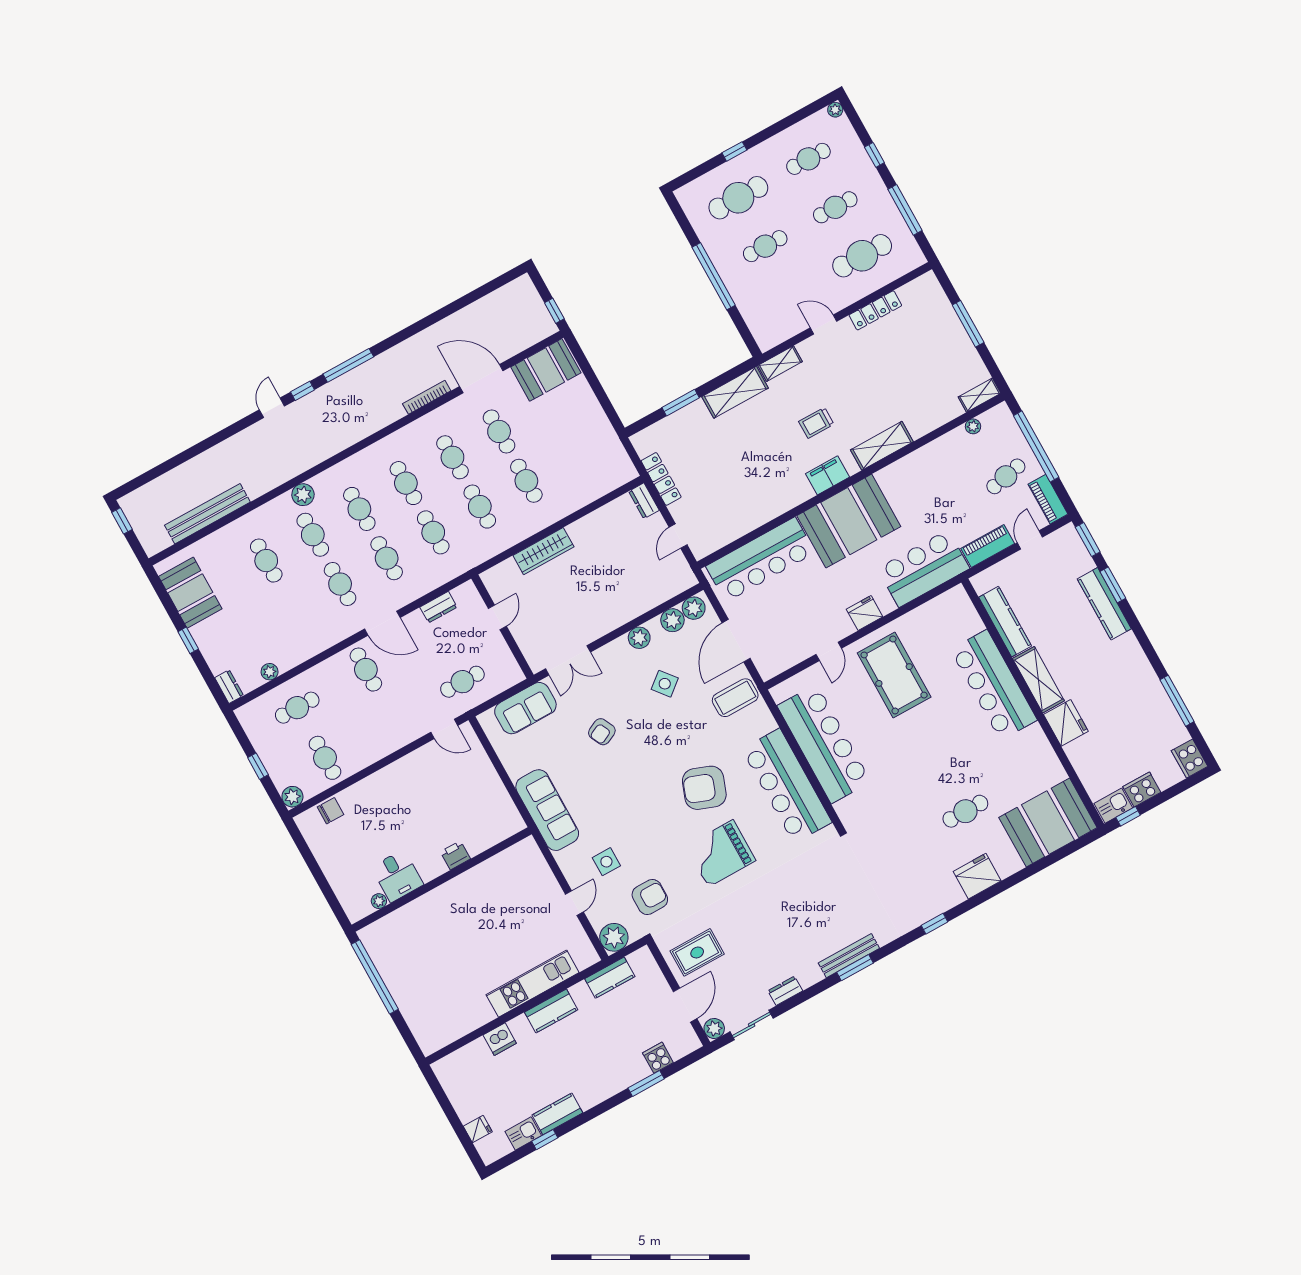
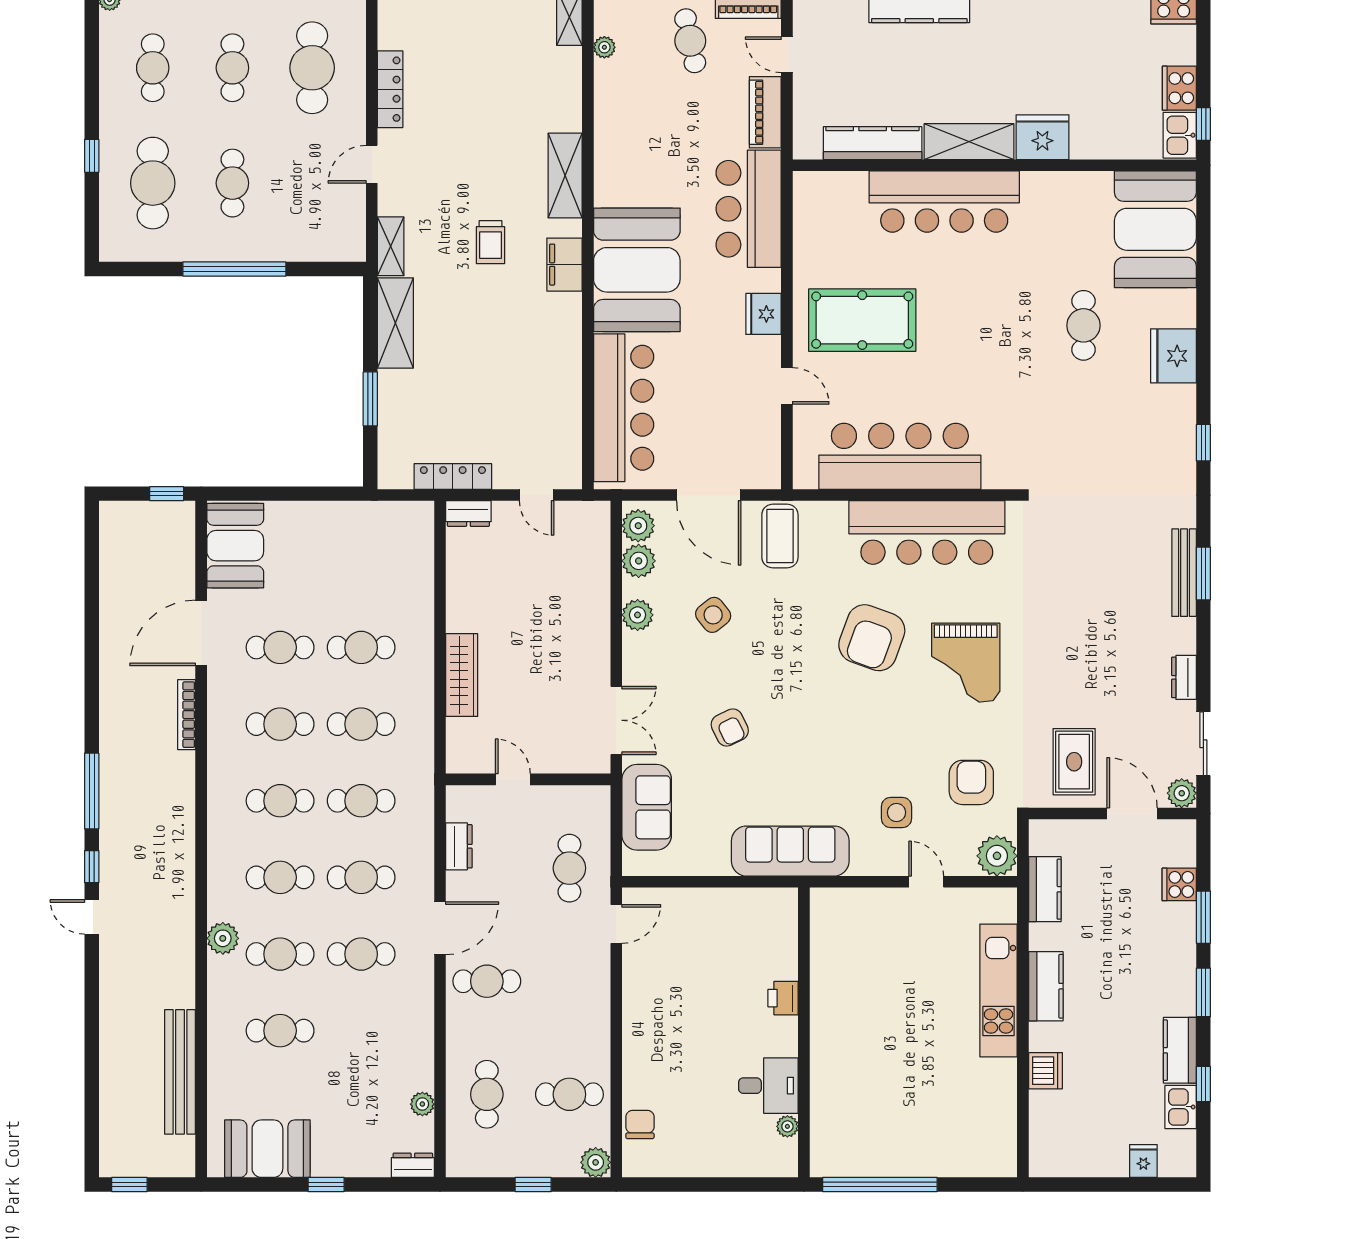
window: (600, 1109) -> (1203, 992), added

